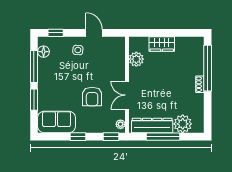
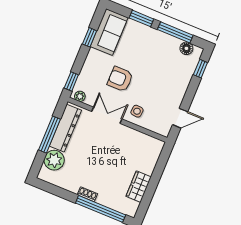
door: (94, 33) -> (180, 118), moved
wardrobe: (162, 44) -> (139, 187), moved
side table: (78, 50) -> (137, 111), moved
plant: (136, 59) -> (140, 140), removed
window: (78, 137) -> (90, 37), moved

